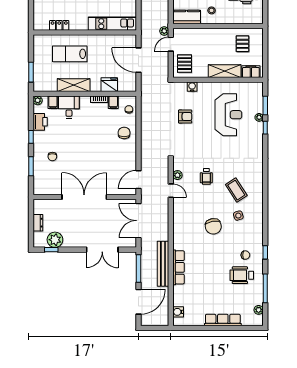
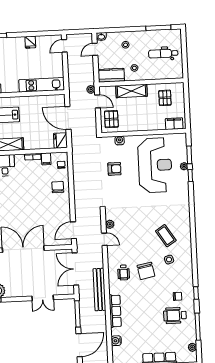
door: (171, 44) -> (98, 101), swing flipped
shelving: (225, 71) -> (131, 91), moved
fridge: (109, 85) -> (60, 140), moved, turned -90
reception desk: (228, 115) -> (155, 165), width x1.36, depth x1.30
wheelchair: (206, 176) -> (124, 272), moved
double door: (102, 250) -> (43, 298), width x0.73
bench: (163, 264) -> (99, 290), moved
water cooler: (178, 312) -> (116, 341), moved

